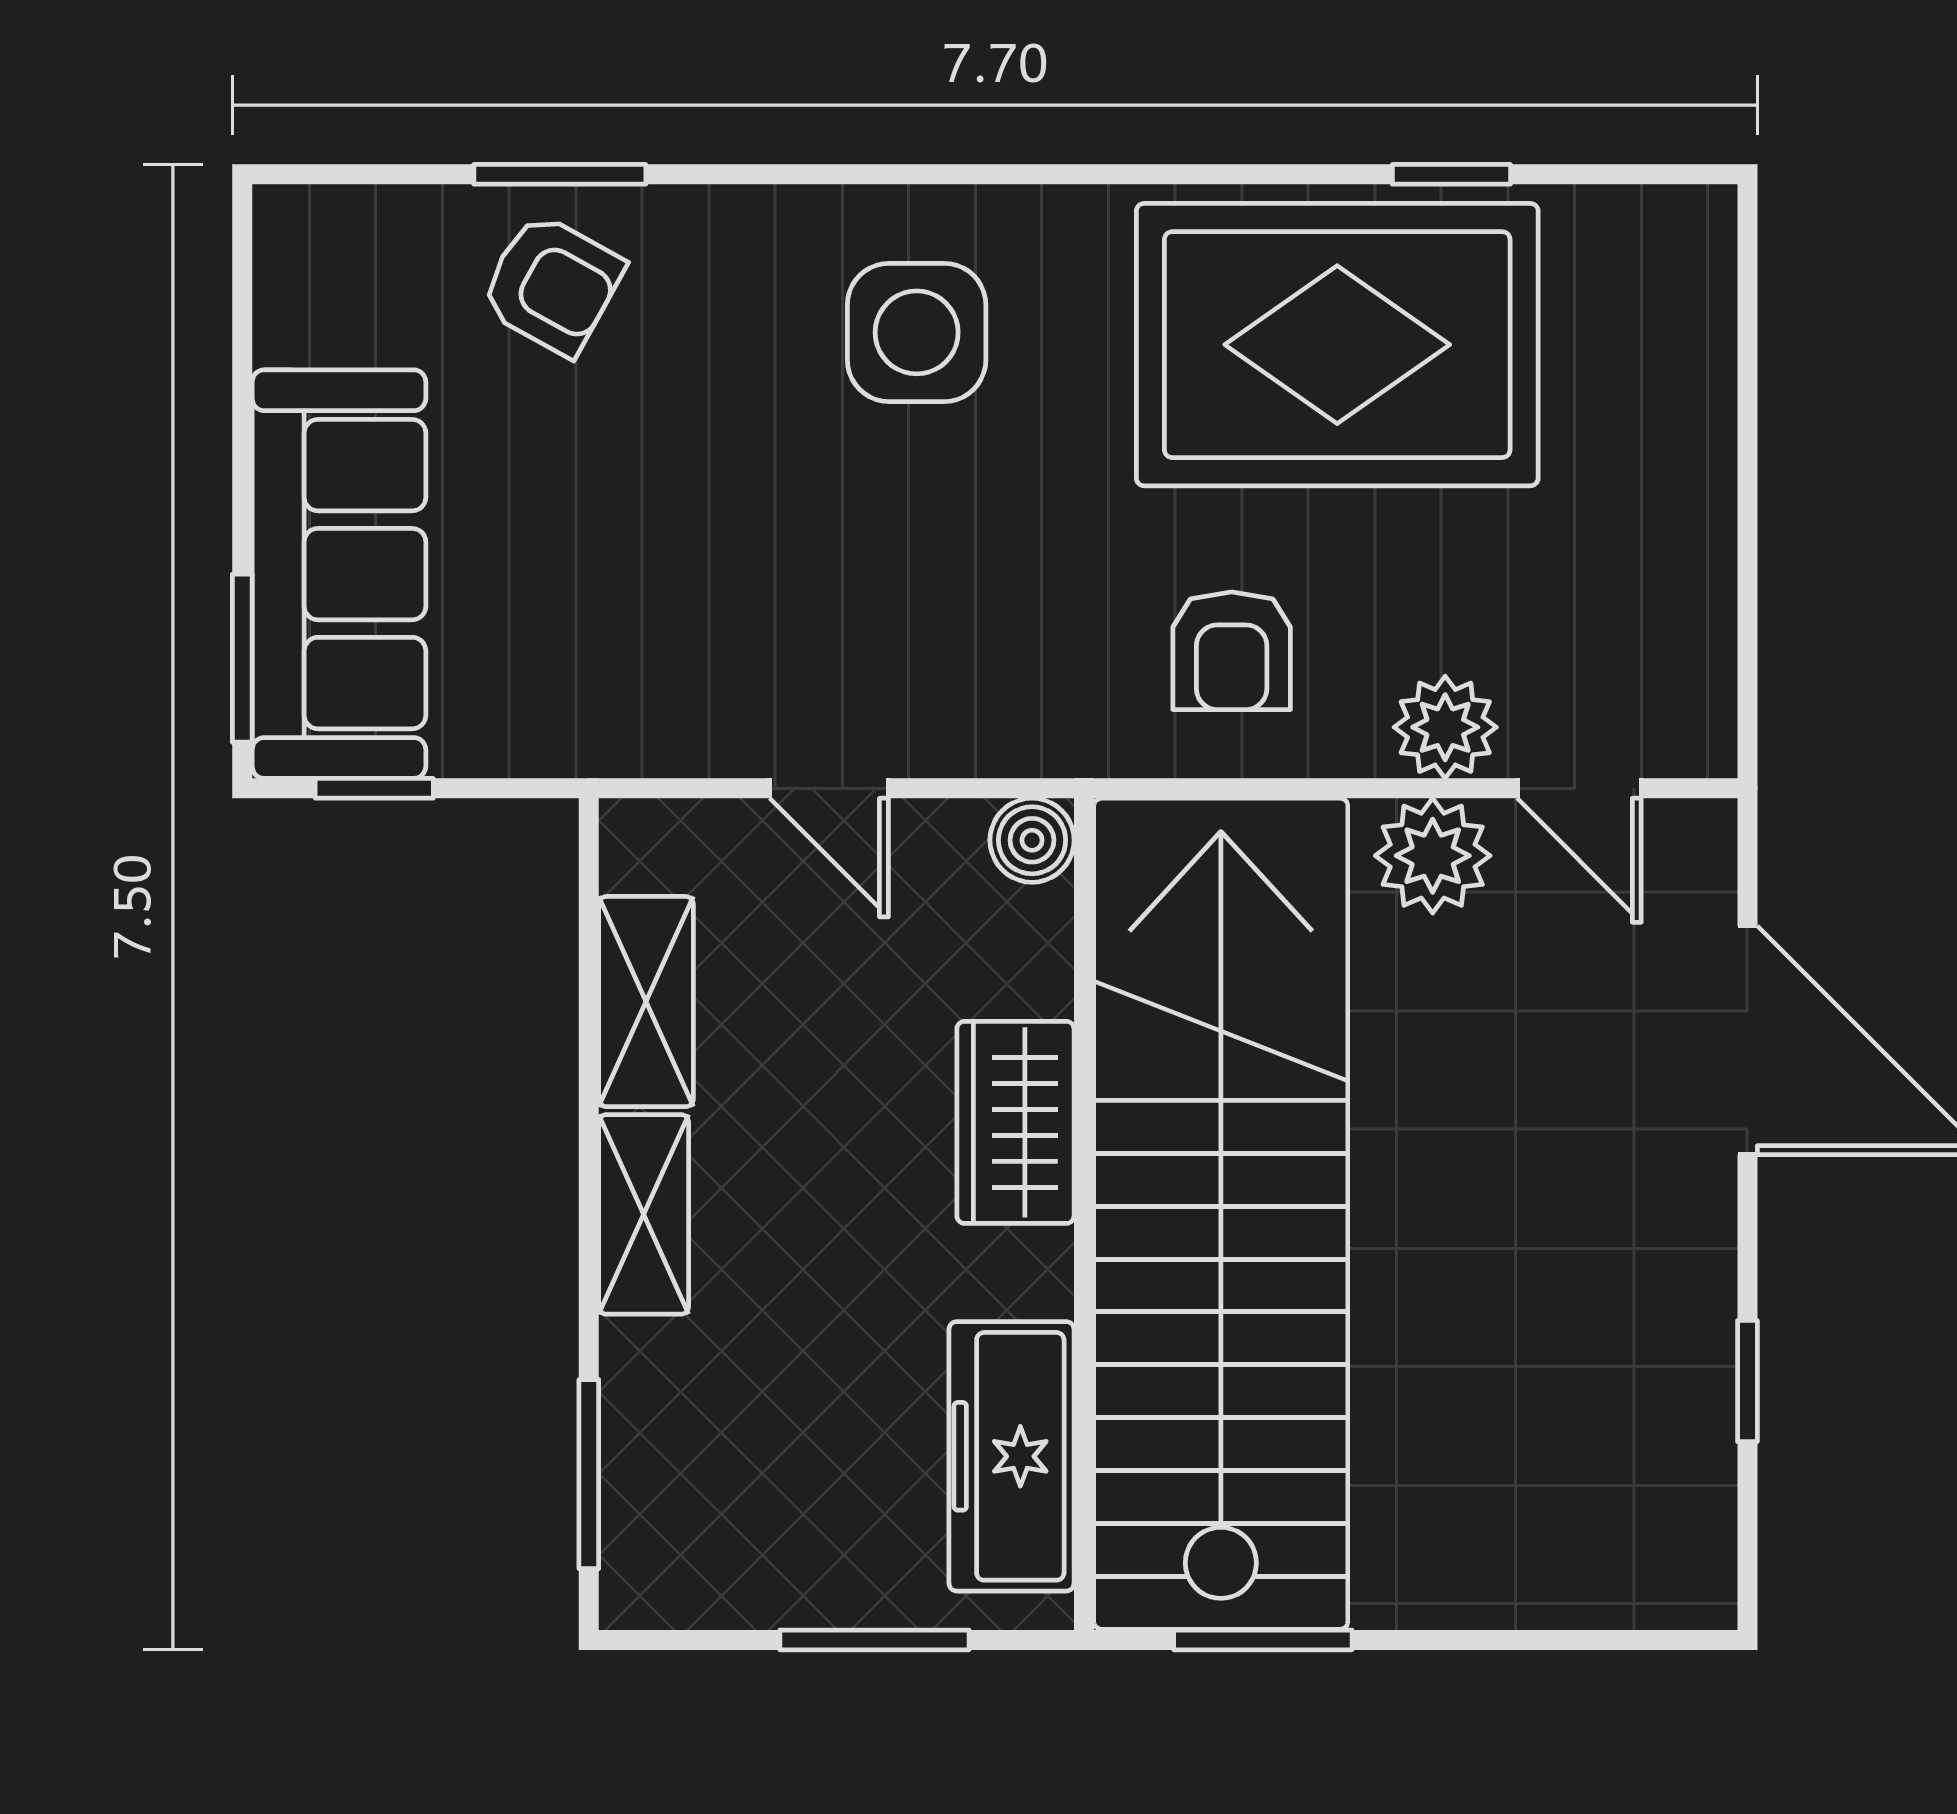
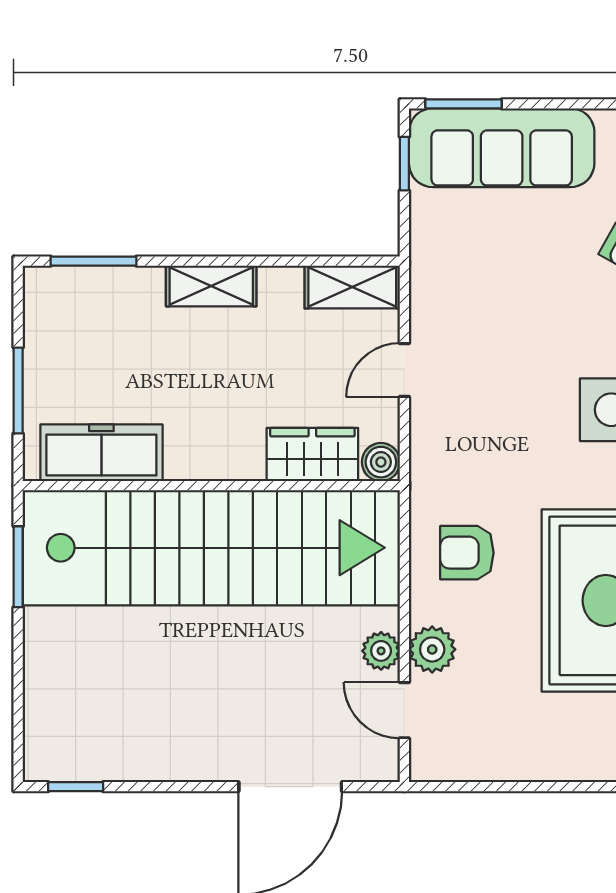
door: (1579, 788) -> (404, 710), hinge flipped
plant: (1433, 856) -> (381, 651), width x0.73, depth x0.73
shelving: (646, 1002) -> (352, 287), moved
wardrobe: (1015, 1122) -> (312, 455), moved
window: (1747, 1381) -> (76, 787), moved

